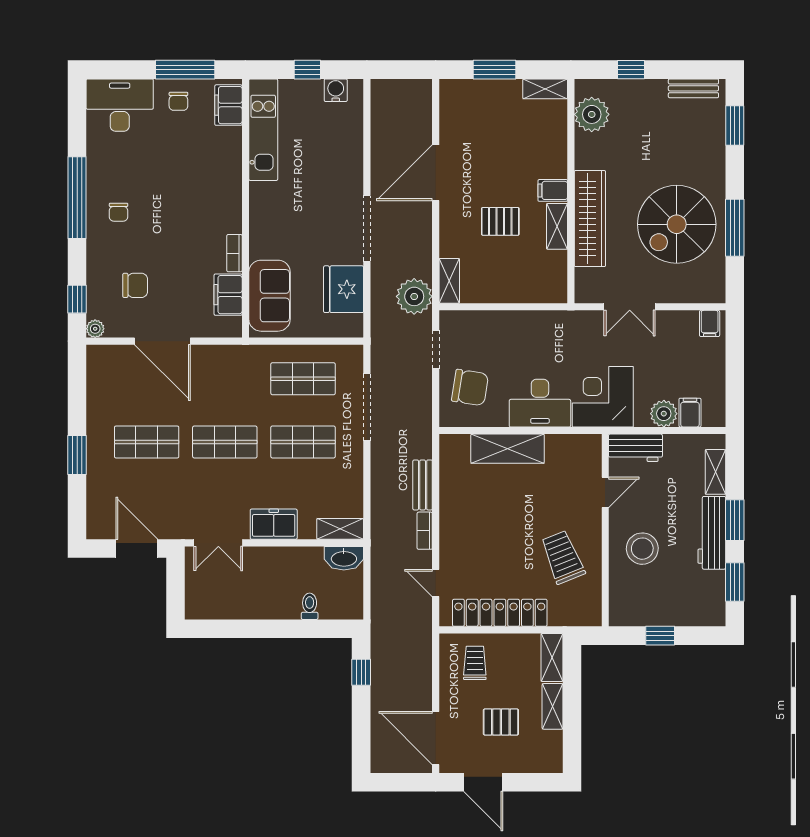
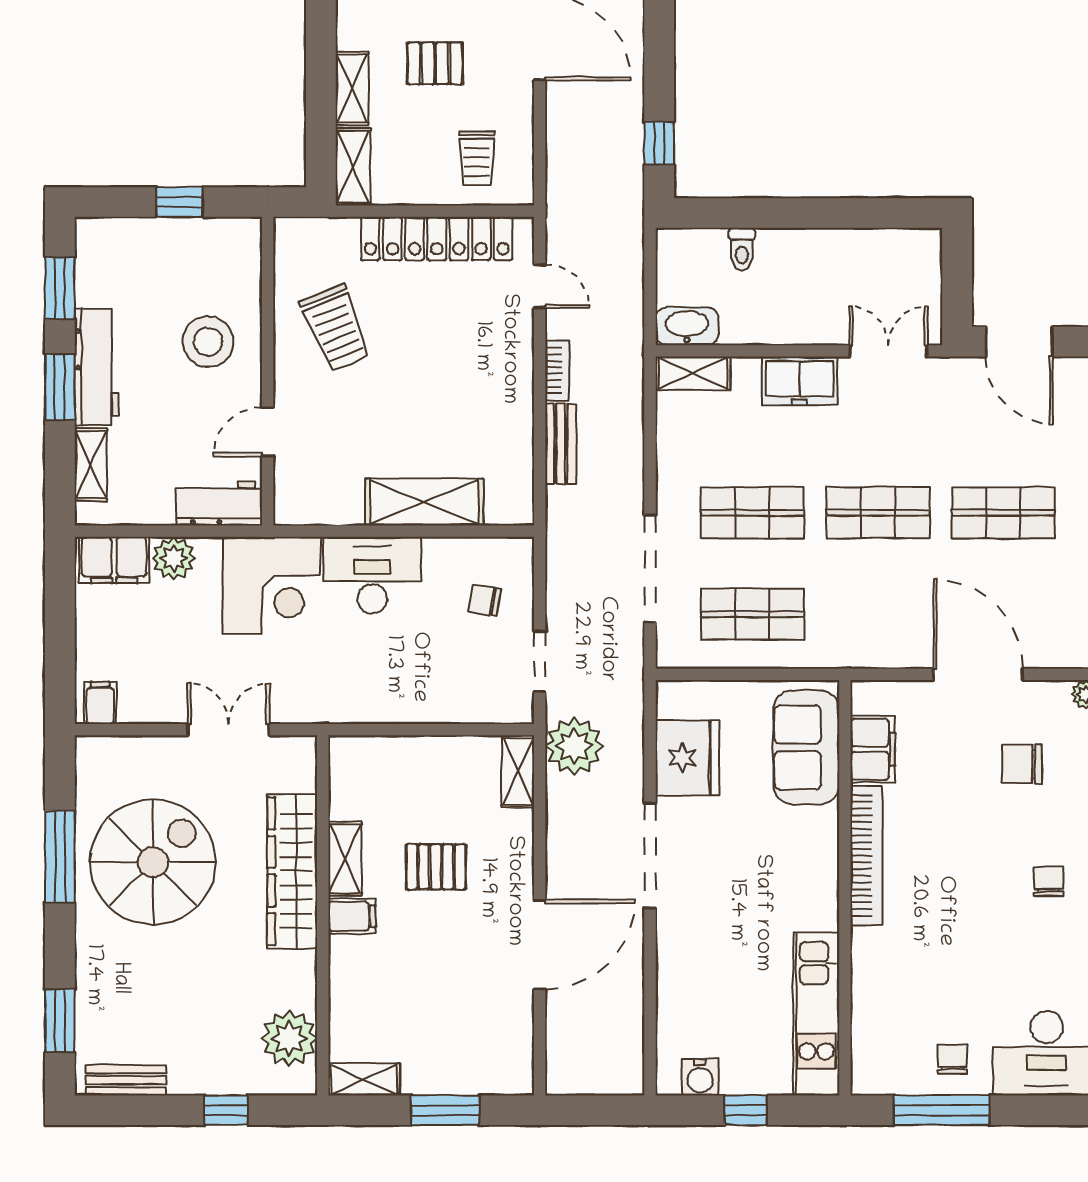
filing cabinet: (228, 105) -> (872, 1053), removed
bookcase: (234, 253) -> (866, 855), width x2.31, depth x1.31
chair: (470, 387) -> (485, 600), width x0.54, depth x0.54
filing cabinet: (690, 413) -> (114, 560), width x2.00

